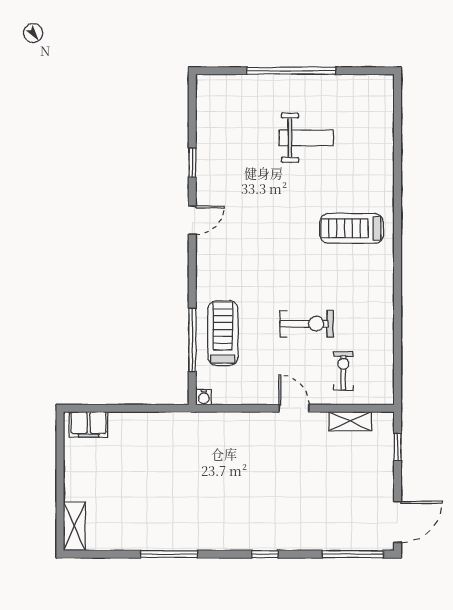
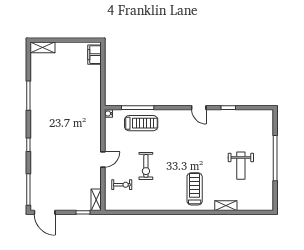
shelving: (384, 167) -> (226, 206), added
shelving: (350, 421) -> (96, 200), moved

